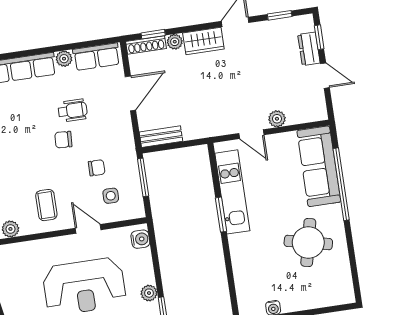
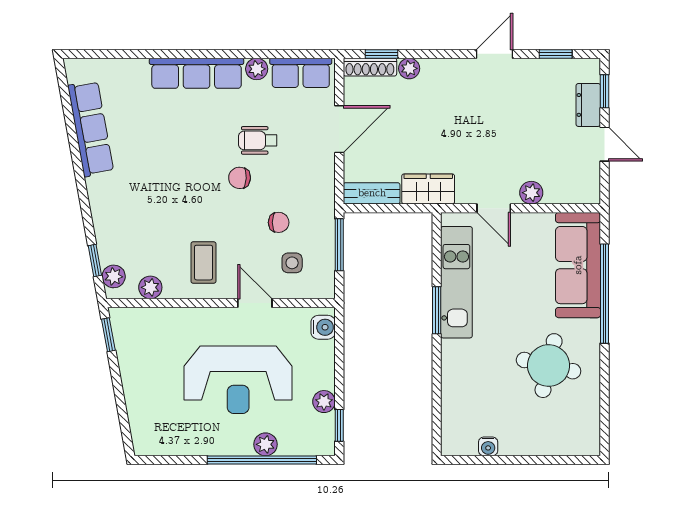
wardrobe: (203, 41) -> (428, 189), moved, turned 180
wheelchair: (73, 110) -> (258, 140), turned 180

